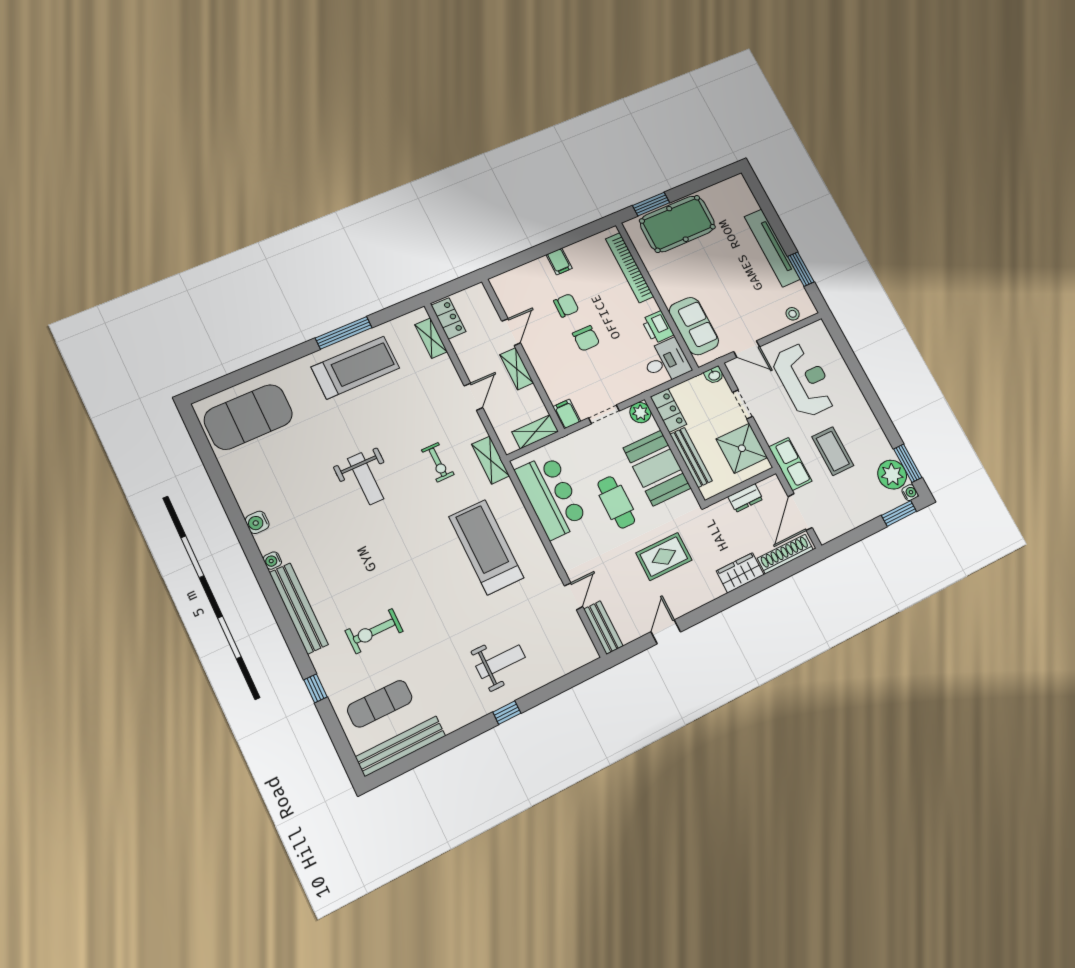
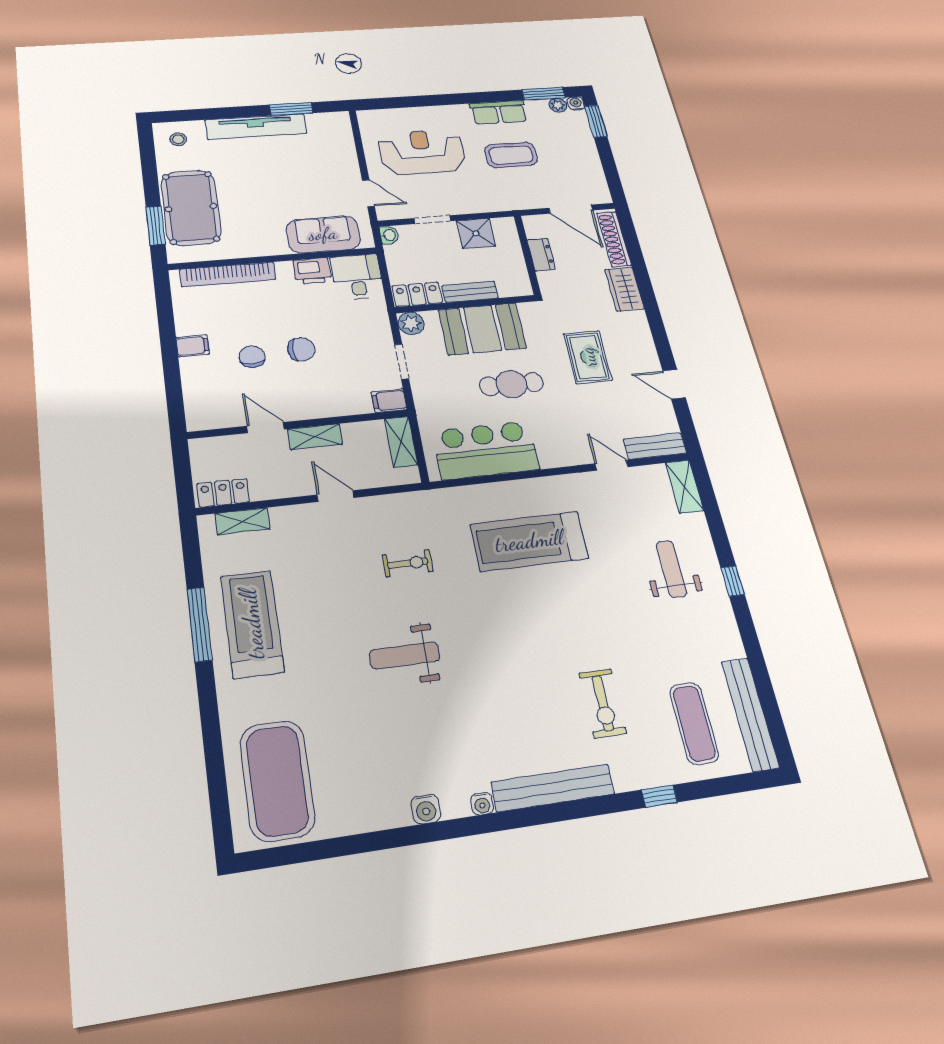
stool: (793, 314) -> (178, 139), moved
door: (747, 349) -> (368, 193), hinge flipped
shower: (742, 448) -> (476, 233), width x0.73, depth x0.73
bench: (691, 457) -> (470, 292), width x0.73
shelving: (491, 460) -> (684, 487), moved, turned 90
row of seats: (790, 464) -> (499, 112), moved, turned 180
plant: (892, 475) -> (558, 105), width x0.53, depth x0.53
weight bench: (366, 479) -> (405, 655), turned 180

